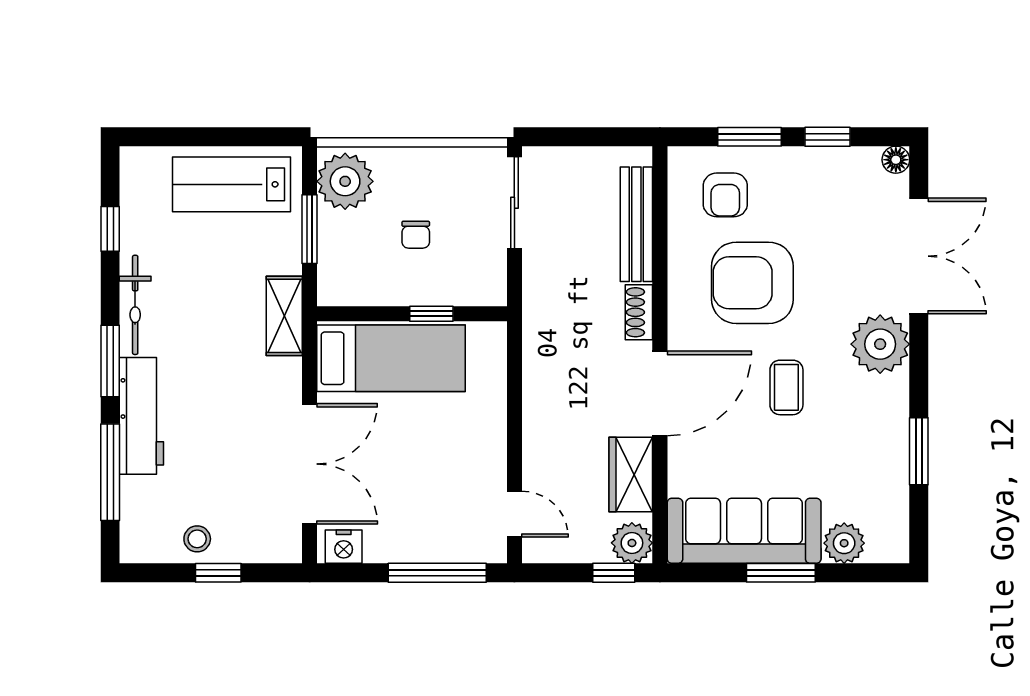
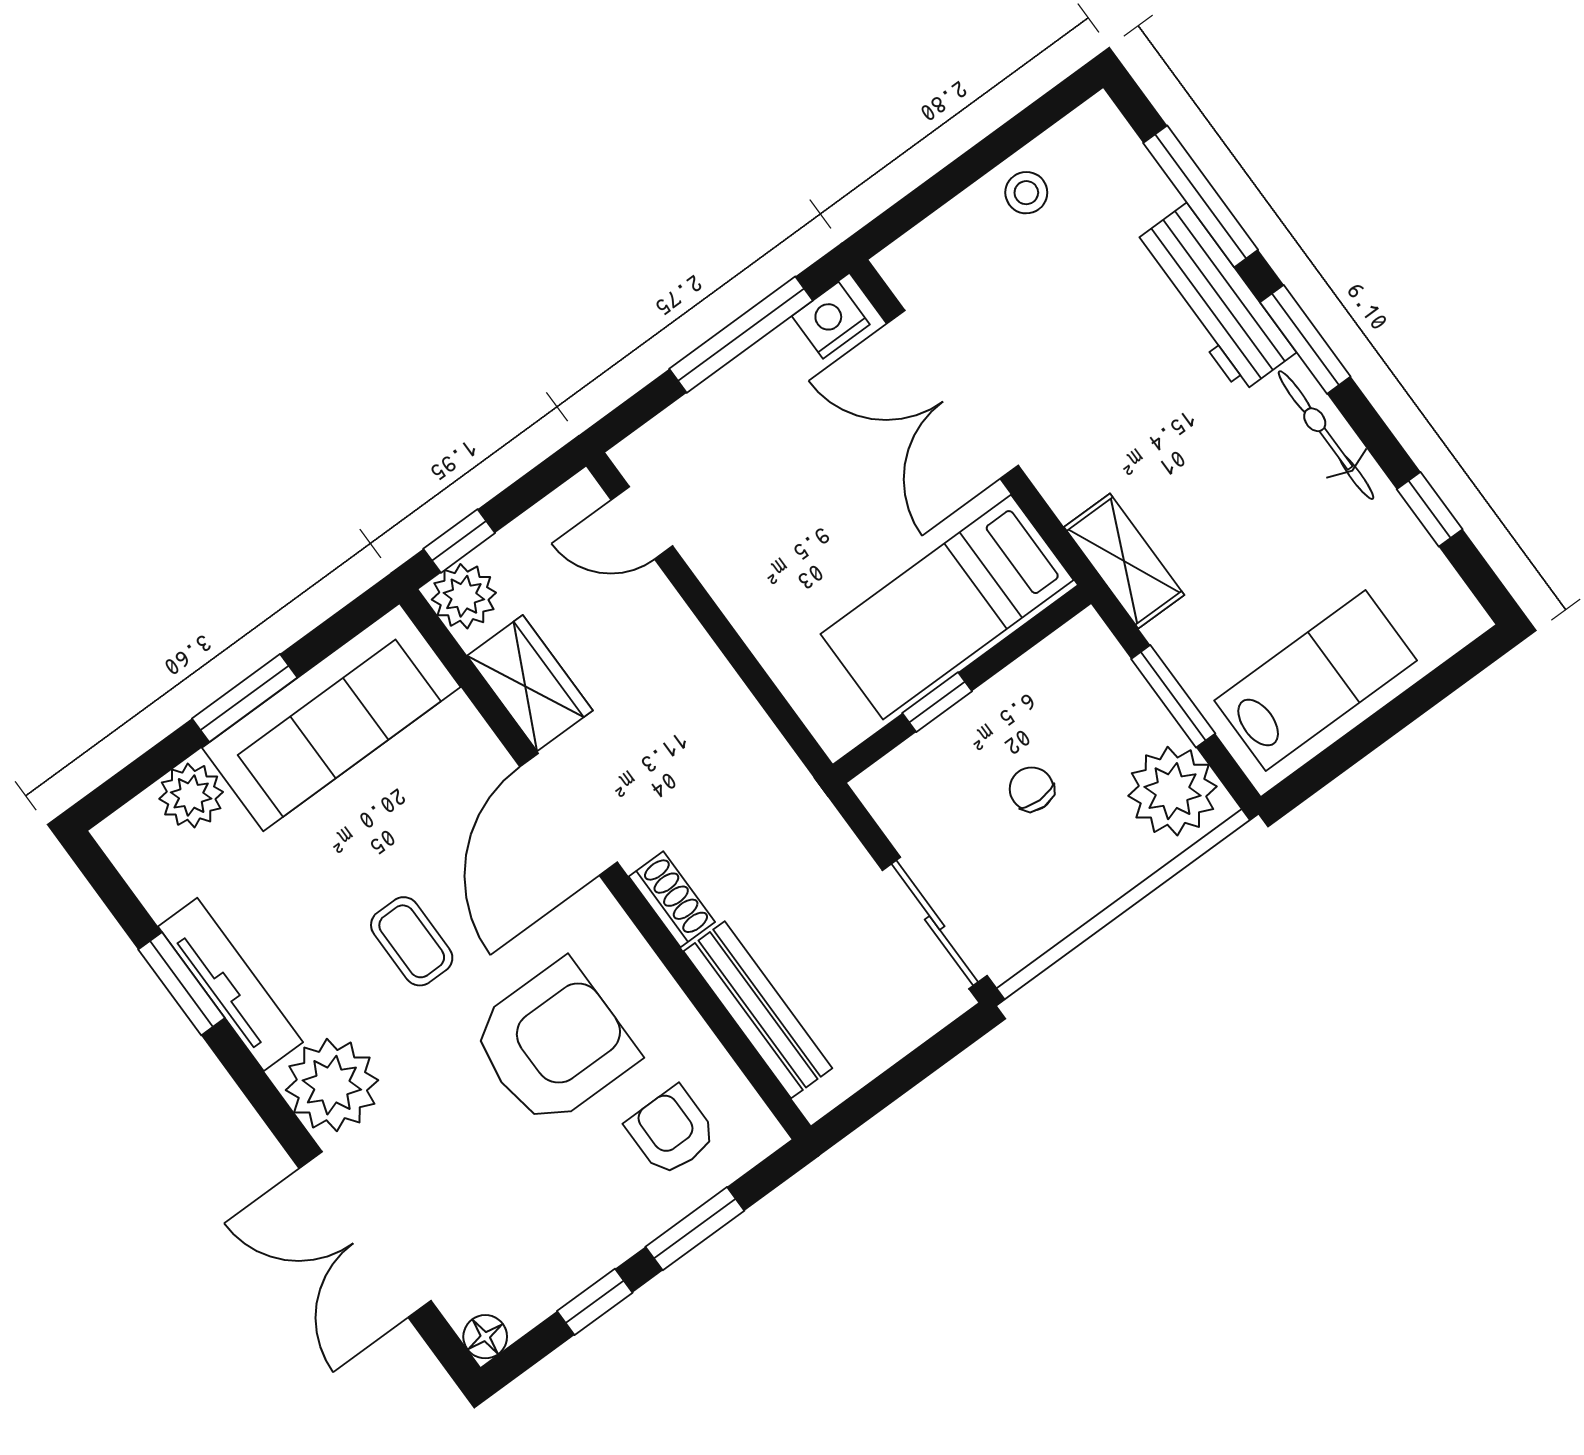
tv unit: (894, 433) -> (231, 984), added
window: (218, 573) -> (968, 169), removed
window: (437, 573) -> (741, 335), moved

